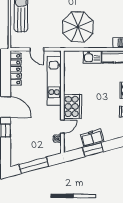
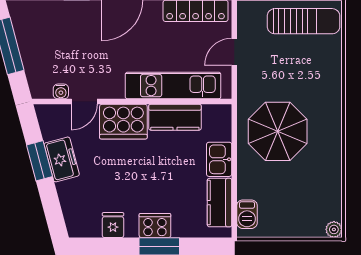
kitchen counter: (70, 80) -> (175, 117), added
door: (62, 127) -> (84, 102), hinge flipped

